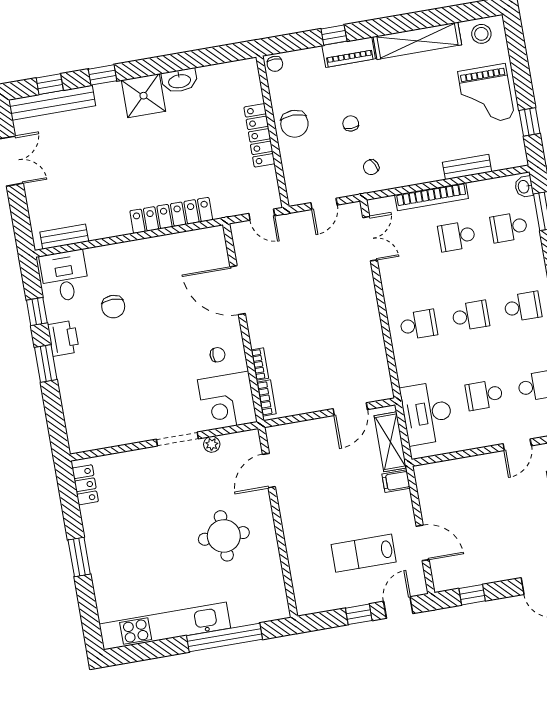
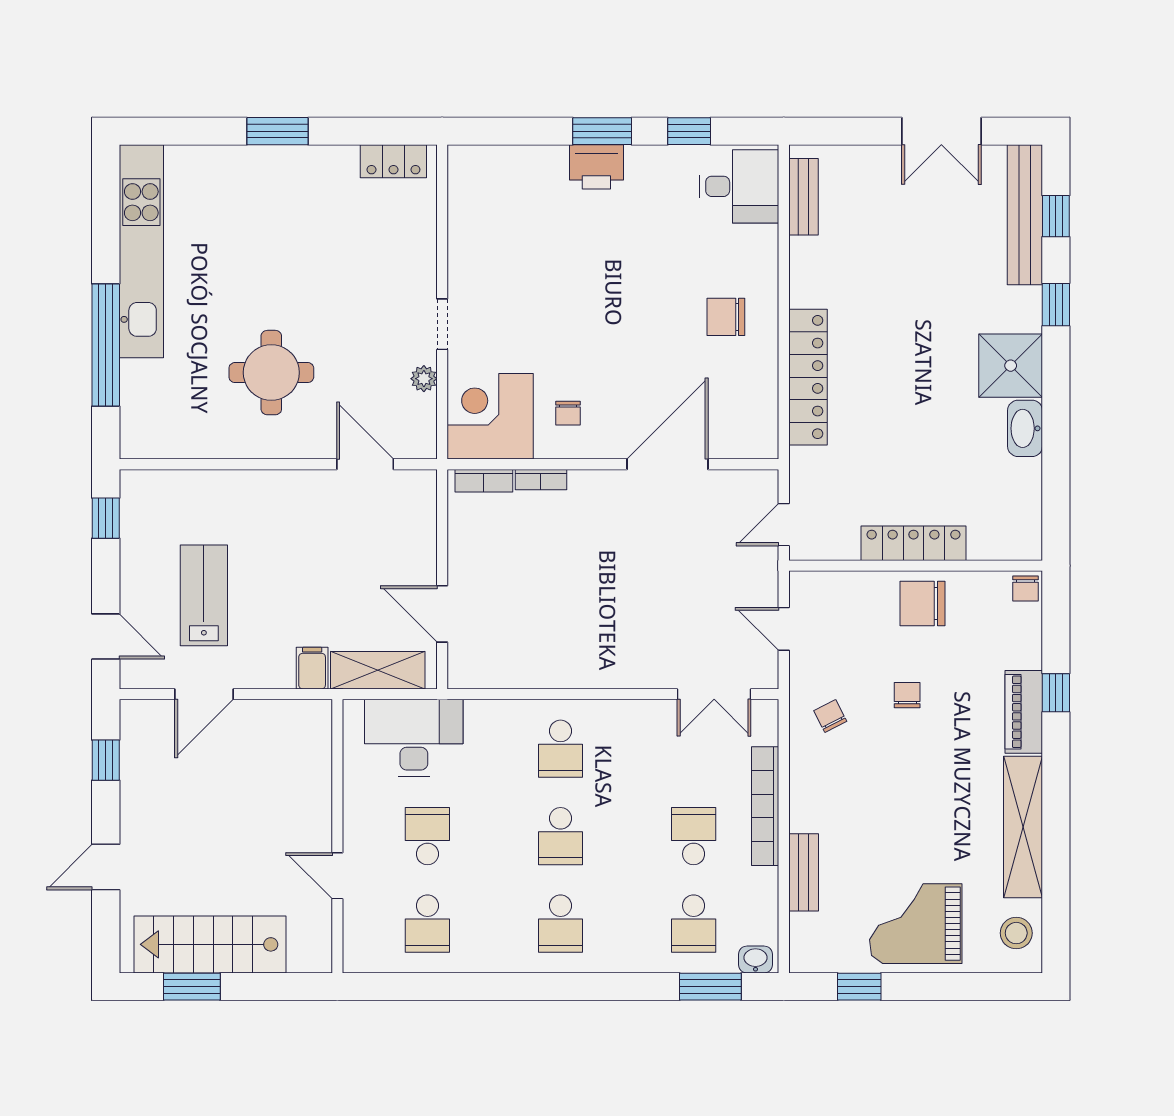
chair: (275, 64) -> (1026, 589), turned -90
chair: (351, 123) -> (907, 695), turned -90
school desk: (509, 227) -> (694, 924), turned 180
chair: (113, 307) -> (726, 317), moved
printer: (63, 338) -> (596, 167), moved
doorway: (177, 439) -> (442, 324), width x0.73
window: (359, 614) -> (106, 518), moved

